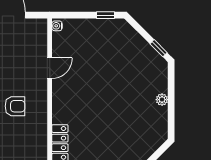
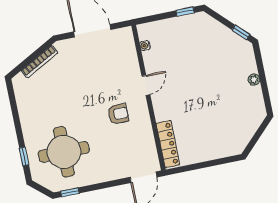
water cooler: (57, 26) -> (145, 46), moved
door: (50, 68) -> (146, 85), moved

